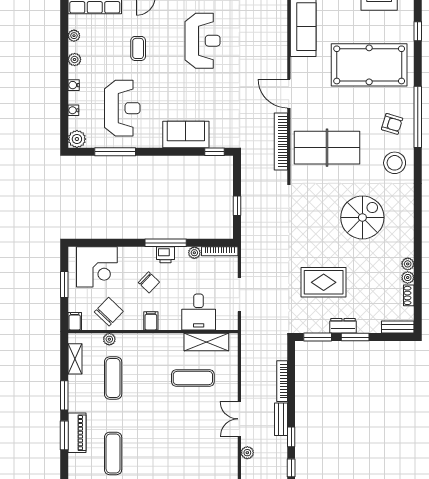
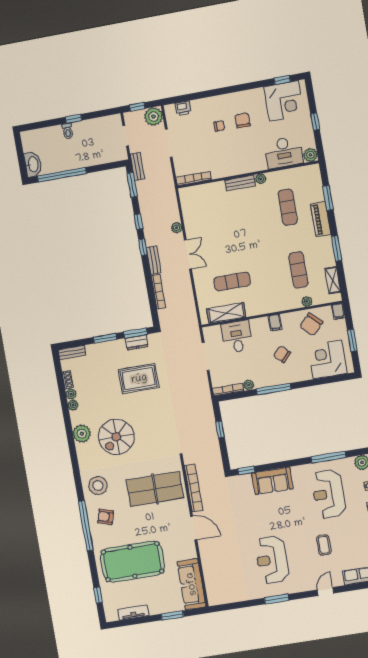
plant: (403, 228) -> (82, 434), added
printer: (165, 255) -> (272, 379), removed
dresser: (343, 326) -> (137, 342), moved
window: (64, 435) -> (328, 198), moved

